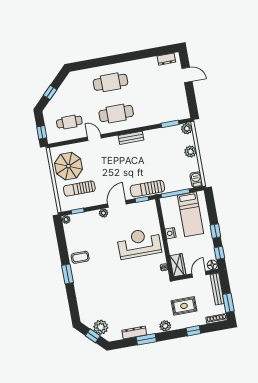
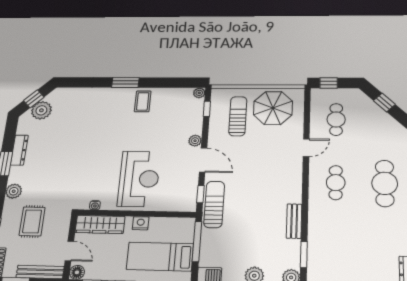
cafe table: (116, 114) -> (336, 183), width x0.73, depth x0.74
bench: (131, 138) -> (294, 221), moved
wardrobe: (178, 265) -> (100, 224), width x1.50

